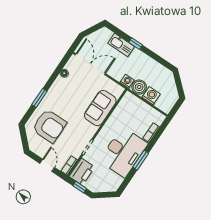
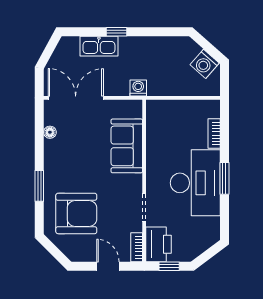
boiler: (139, 87) -> (159, 85), removed
washing machine: (151, 96) -> (205, 64), moved, turned -138

